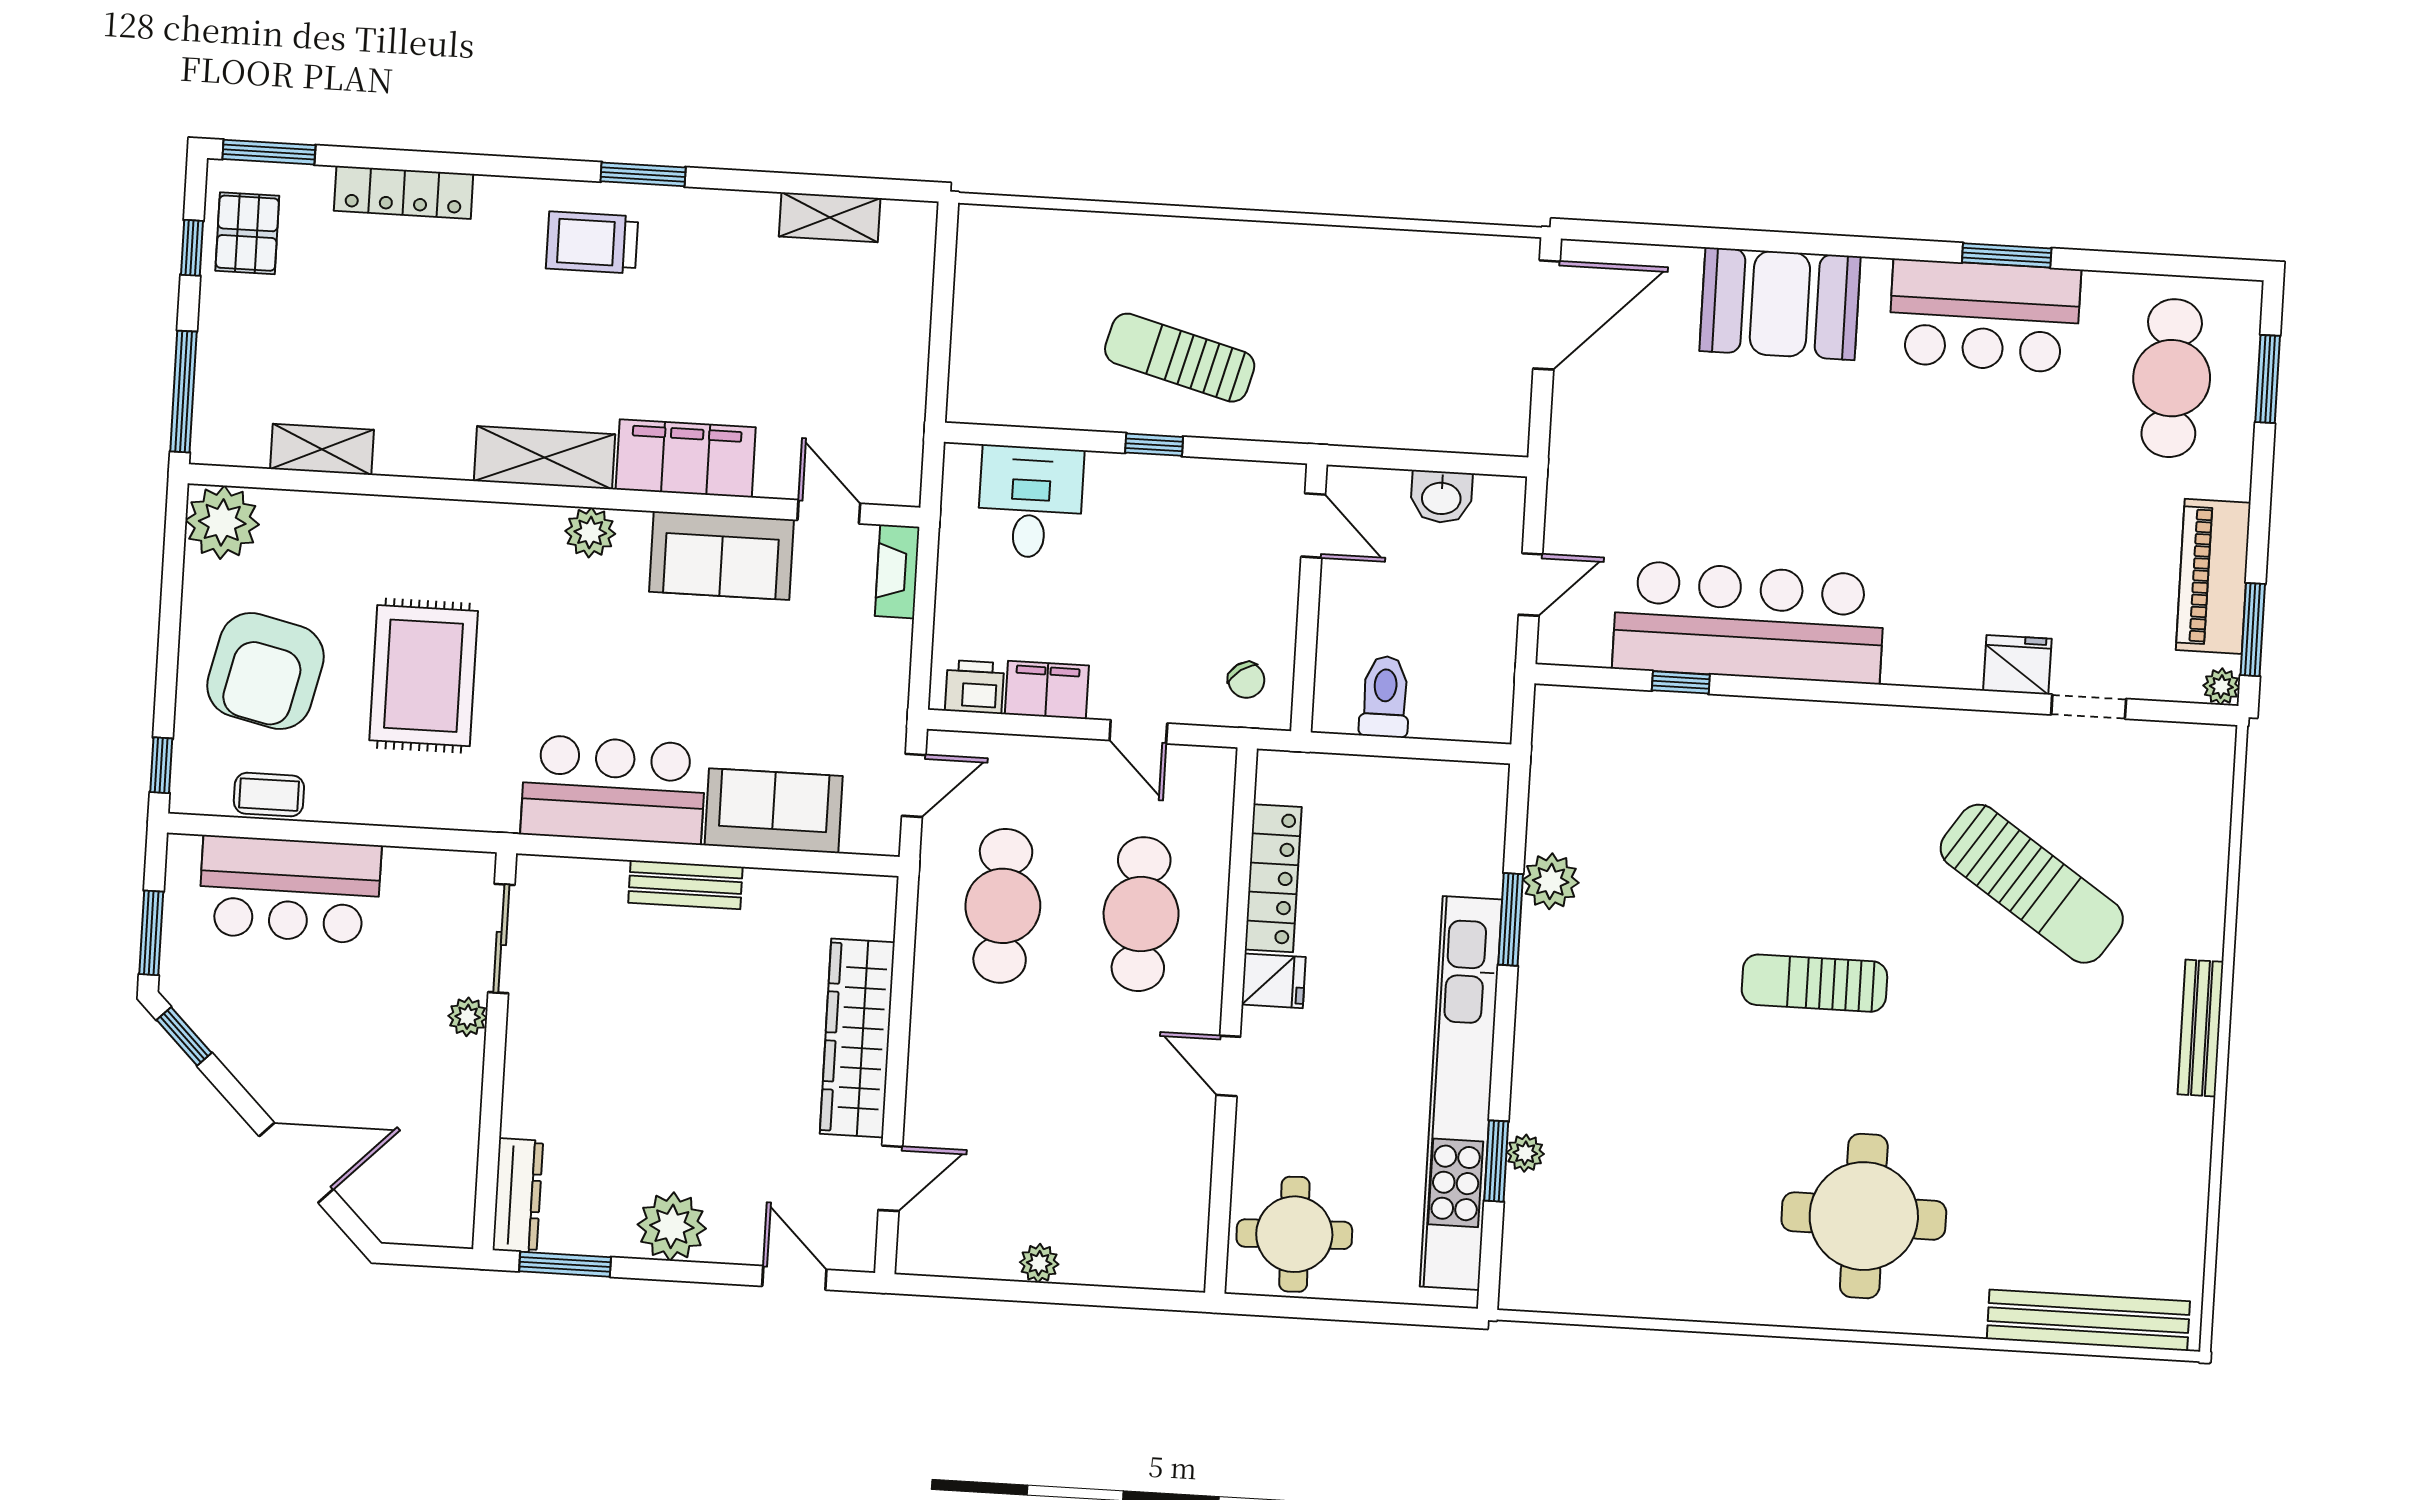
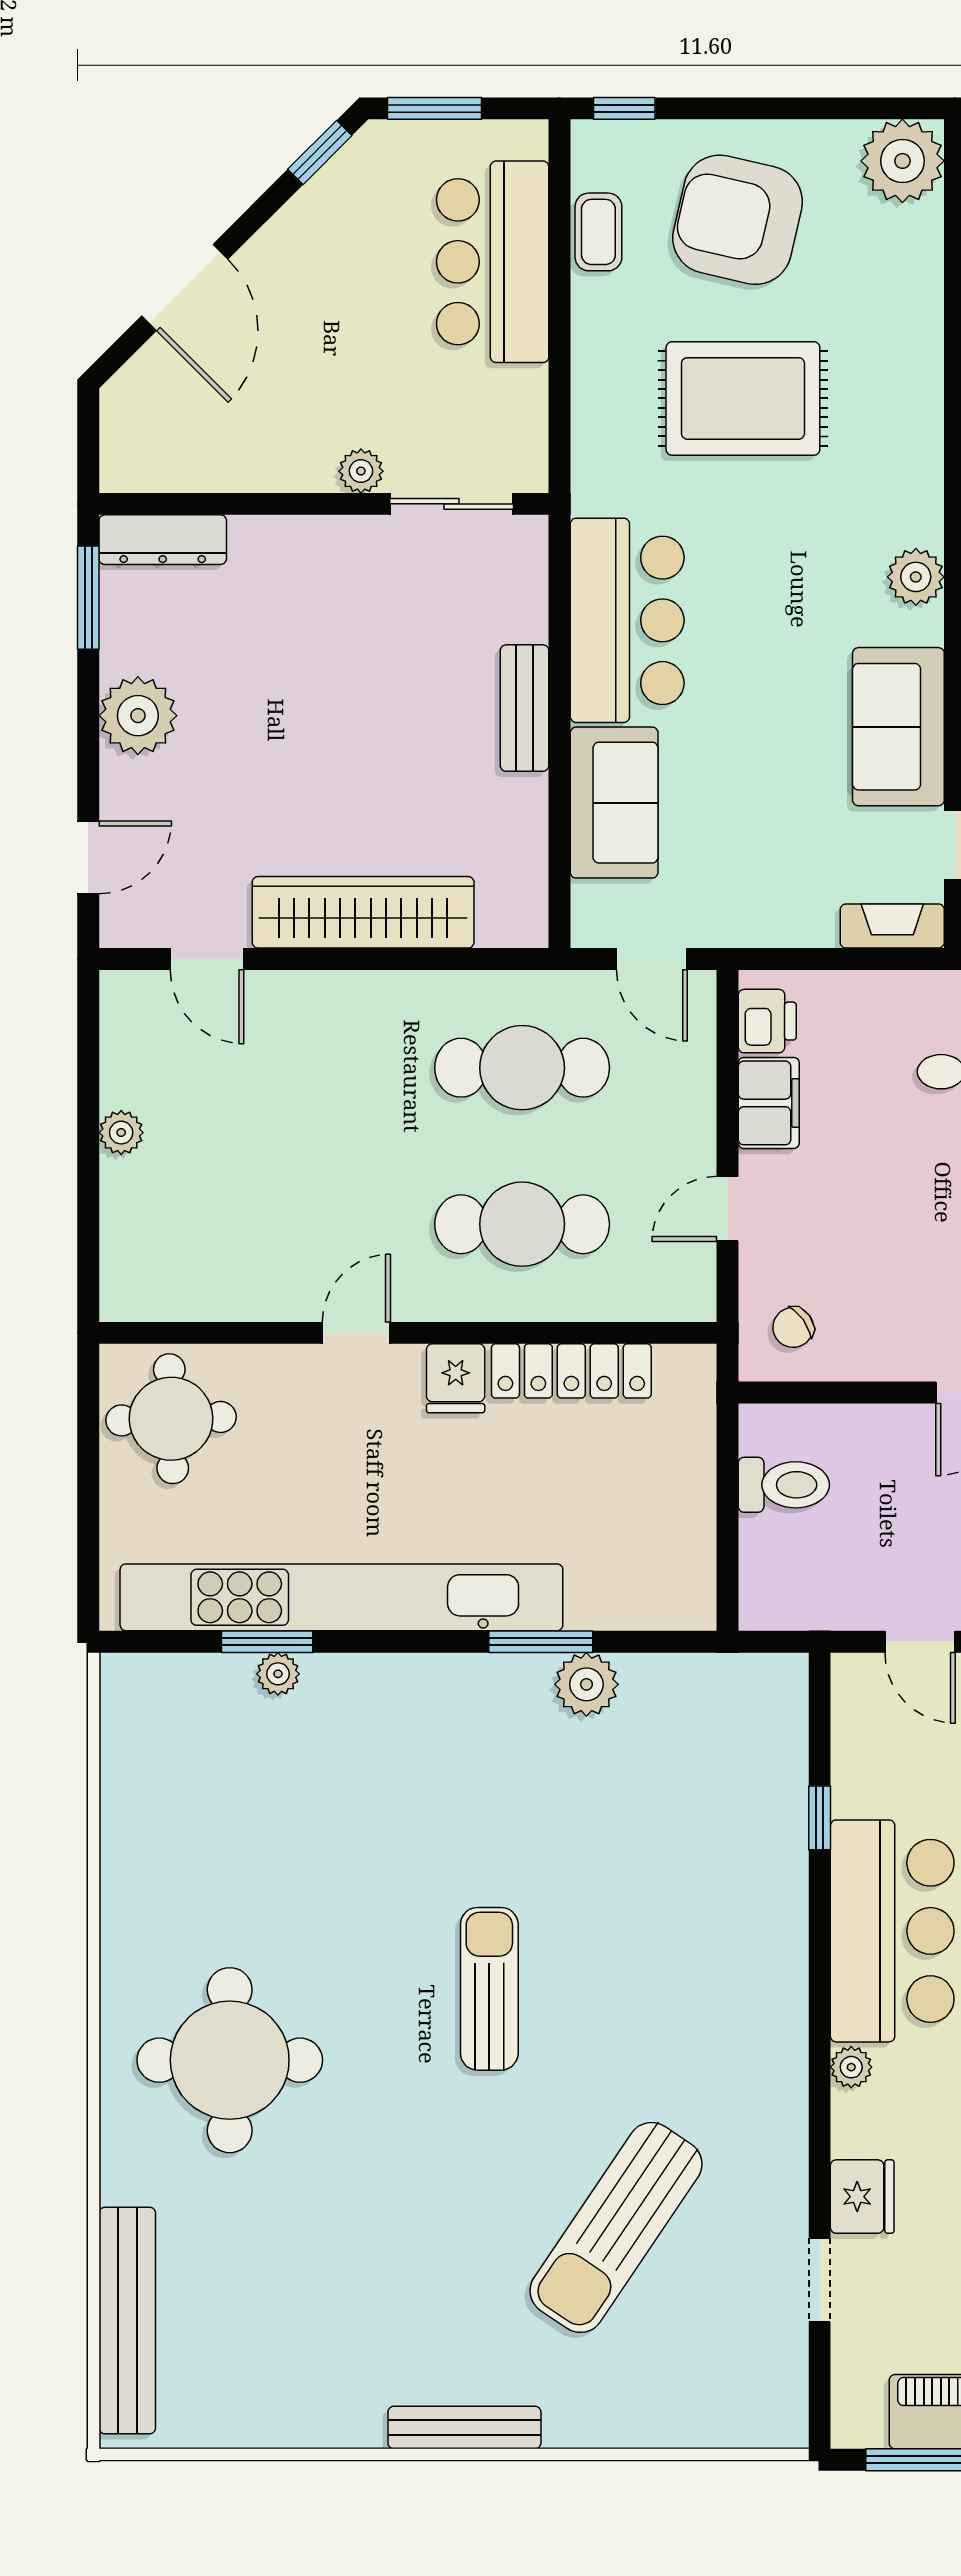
bar counter: (1749, 622) -> (892, 1931), width x0.73
plant: (2221, 687) -> (851, 2067), moved

